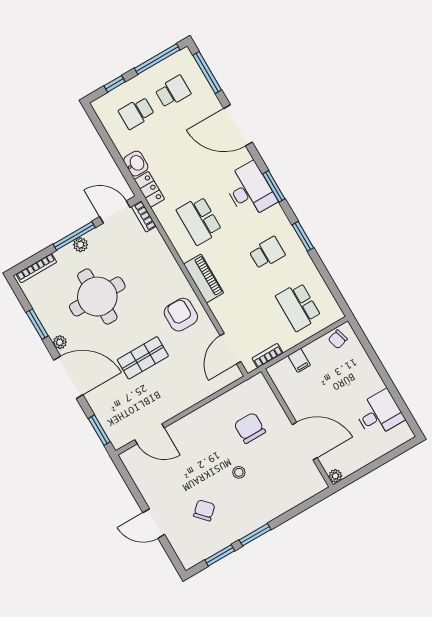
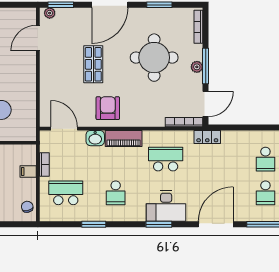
school desk: (136, 113) -> (265, 159), turned 180
washbasin: (136, 164) -> (95, 138), moved
bookcase: (144, 216) -> (184, 122), width x1.56
window: (303, 236) -> (94, 224), moved
armchair: (181, 315) -> (108, 108), turned -90
plant: (60, 342) -> (50, 13), moved
bookcase: (268, 356) -> (44, 164), moved

